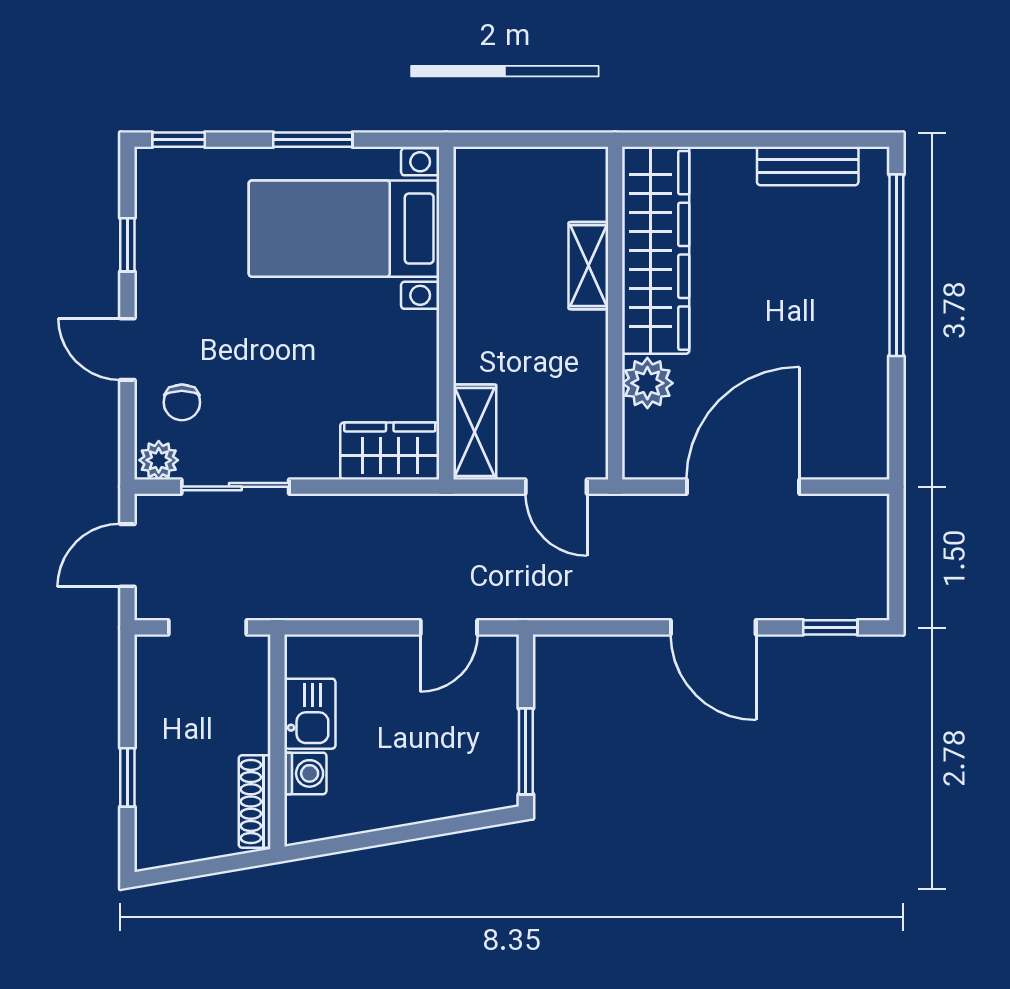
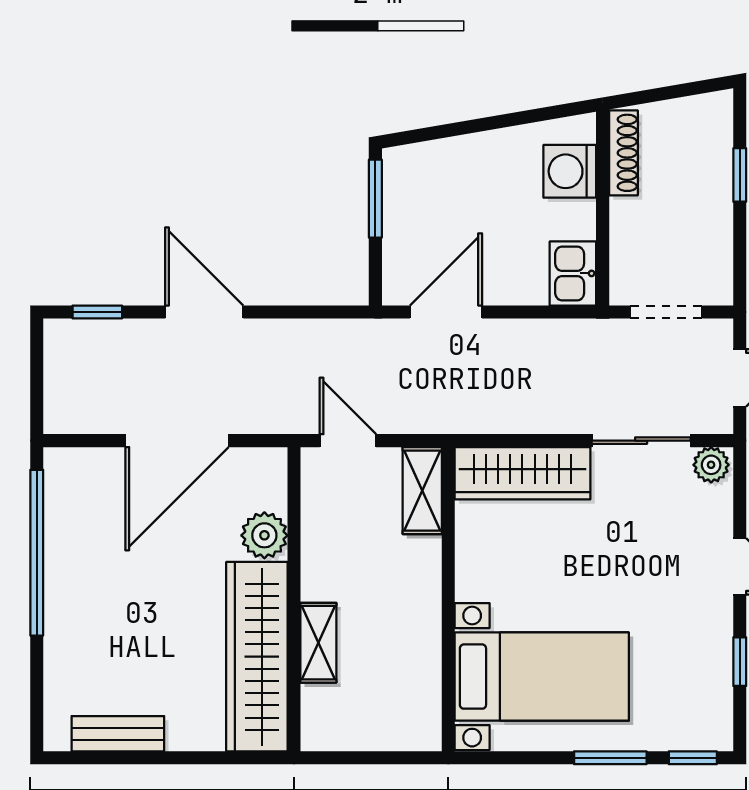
window: (313, 140) -> (610, 758), moved
window: (896, 265) -> (37, 553), moved
chair: (182, 402) -> (690, 518), removed
wardrobe: (390, 451) -> (522, 473), width x1.50
door: (449, 627) -> (446, 312), width x1.38
kitchen sink: (310, 714) -> (573, 273), moved
washing machine: (305, 773) -> (570, 171), width x1.38, depth x1.38

